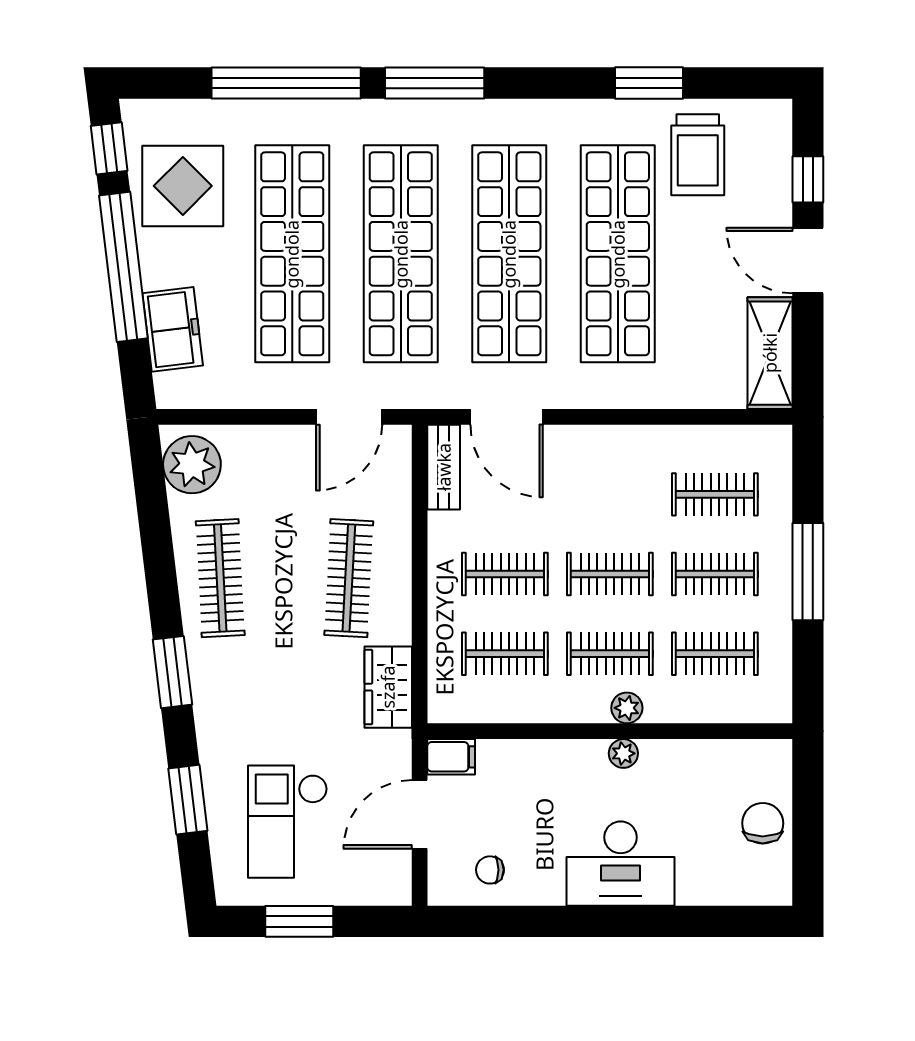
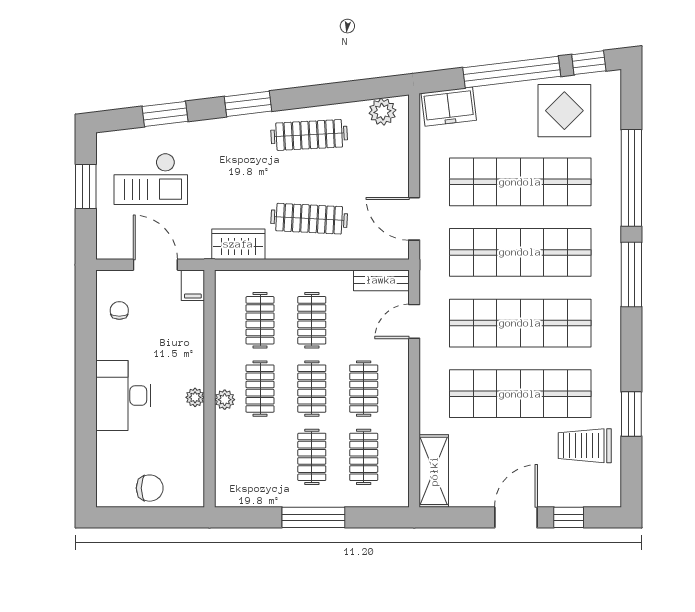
freezer: (173, 329) -> (449, 107), moved
shelving: (770, 353) -> (434, 471), moved, turned 90
door: (507, 417) -> (414, 321), width x0.73
plant: (192, 465) -> (382, 112), width x0.73, depth x0.73
clothes rail: (715, 654) -> (364, 389), moved
checkout: (288, 822) -> (151, 179), turned 180

